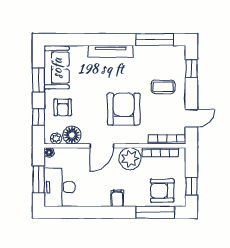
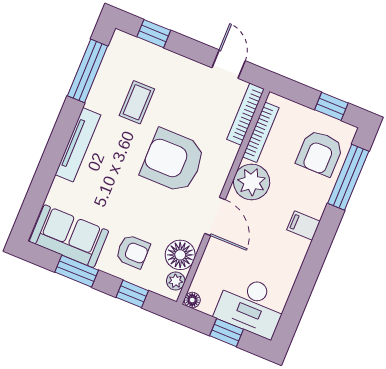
coffee table: (163, 87) -> (137, 102), moved
window: (39, 179) -> (226, 333), width x0.67

